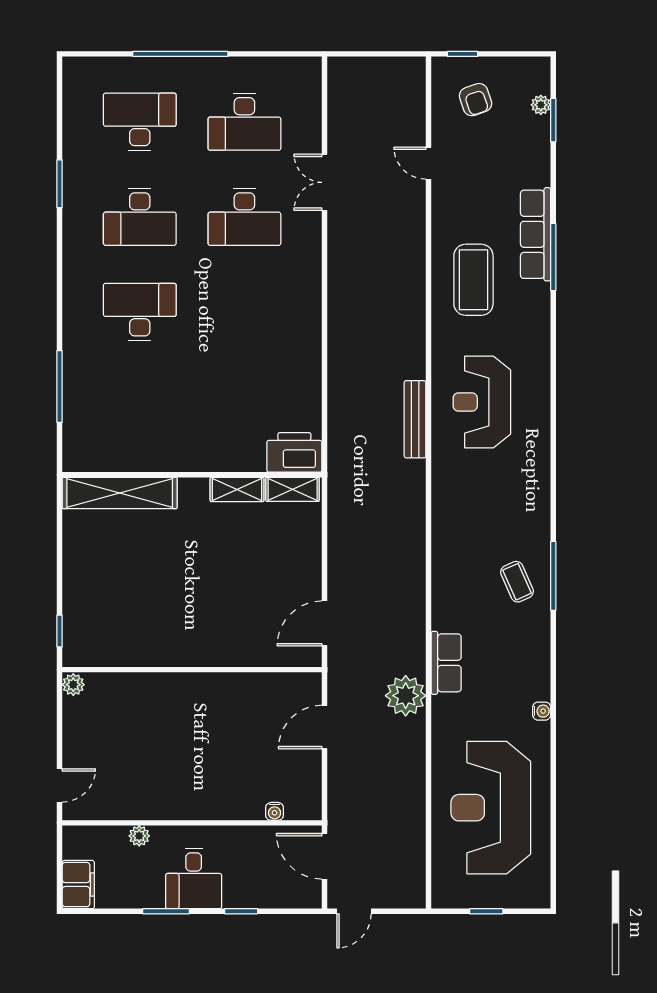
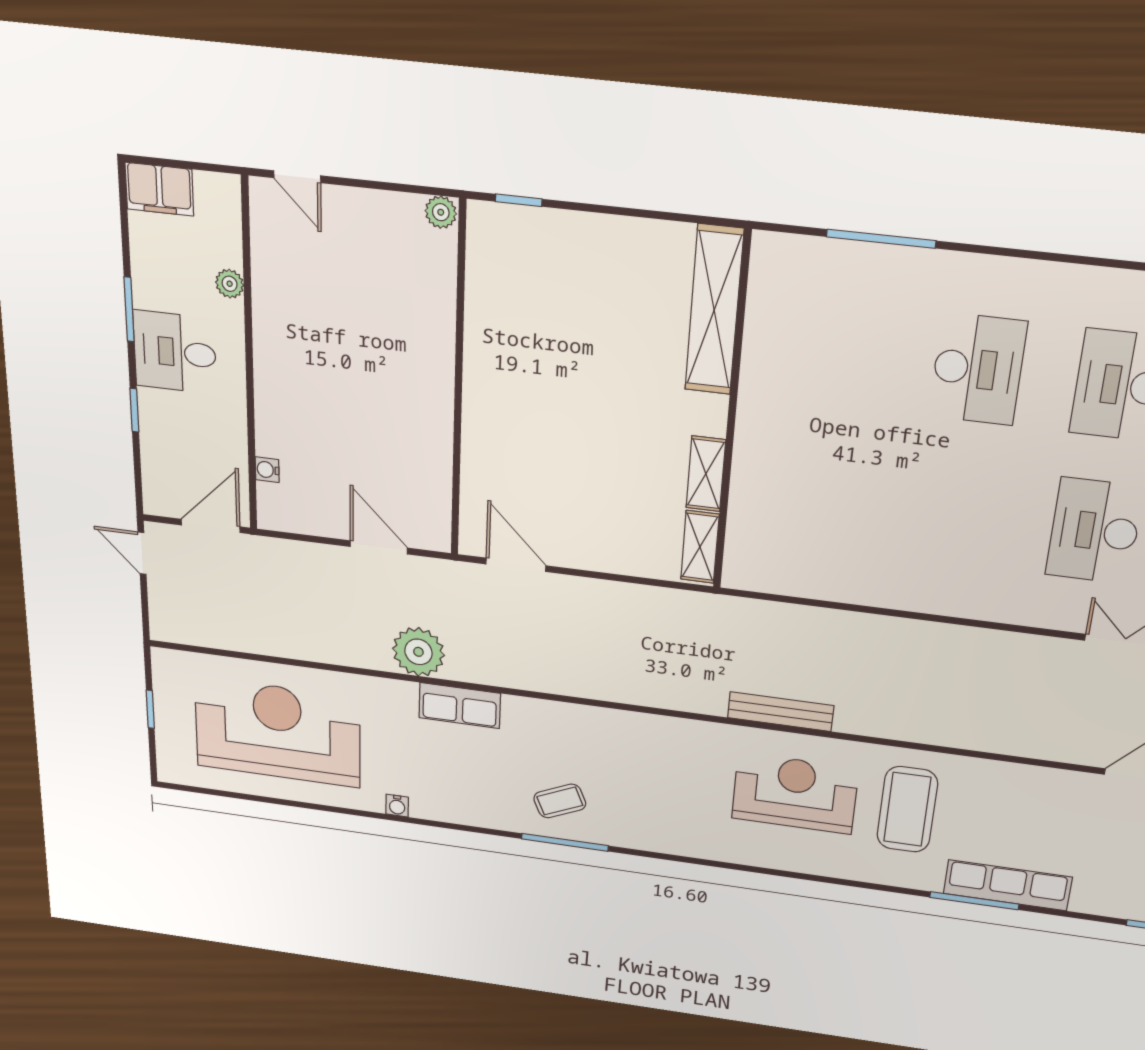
coffee table: (473, 280) -> (907, 809), moved, turned 90
printer: (294, 452) -> (751, 556), removed

